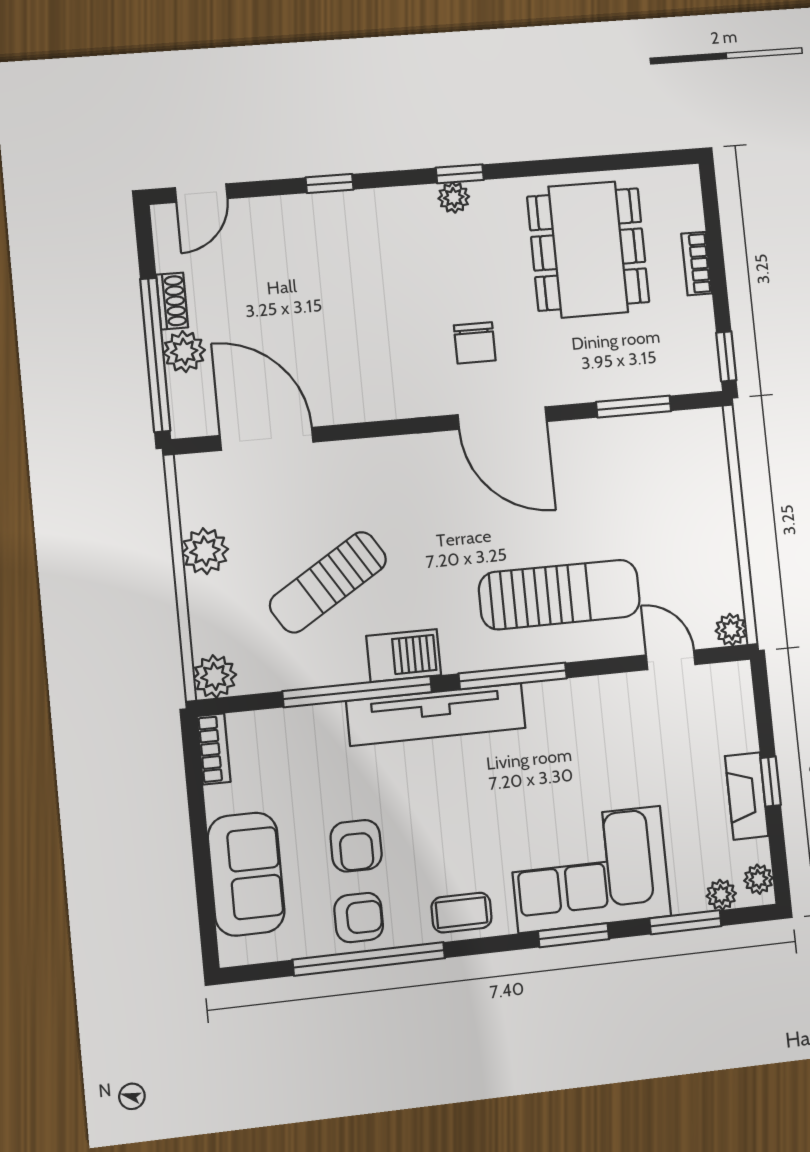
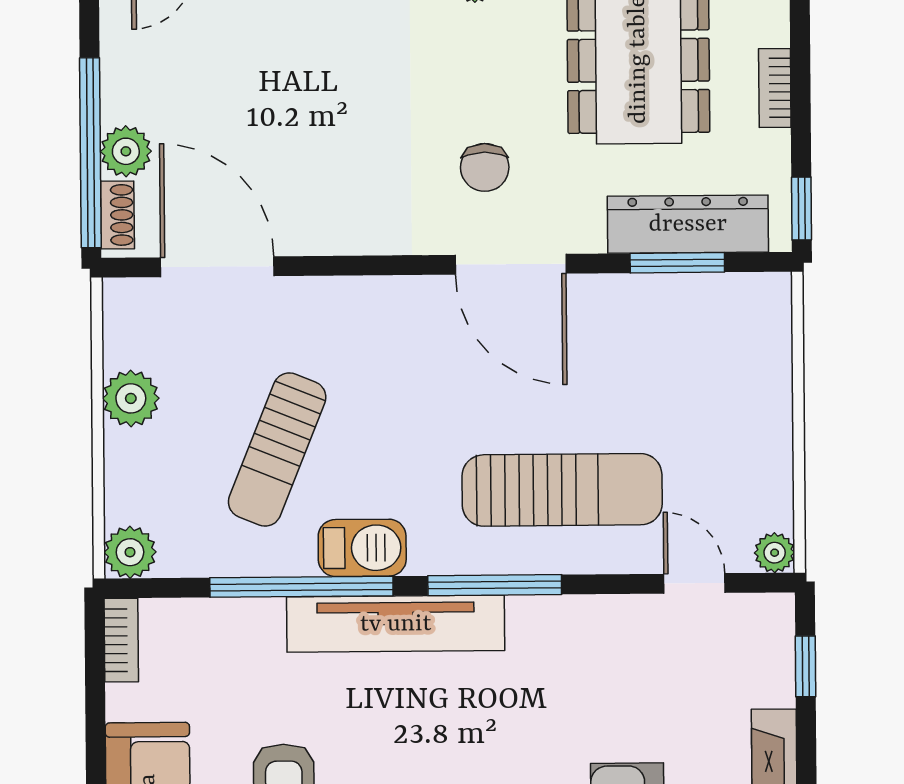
shoe rack: (172, 301) -> (117, 215), moved
dresser: (639, 375) -> (688, 224), added
sun lounger: (328, 582) -> (277, 450), turned -36
window: (771, 782) -> (806, 666), moved

